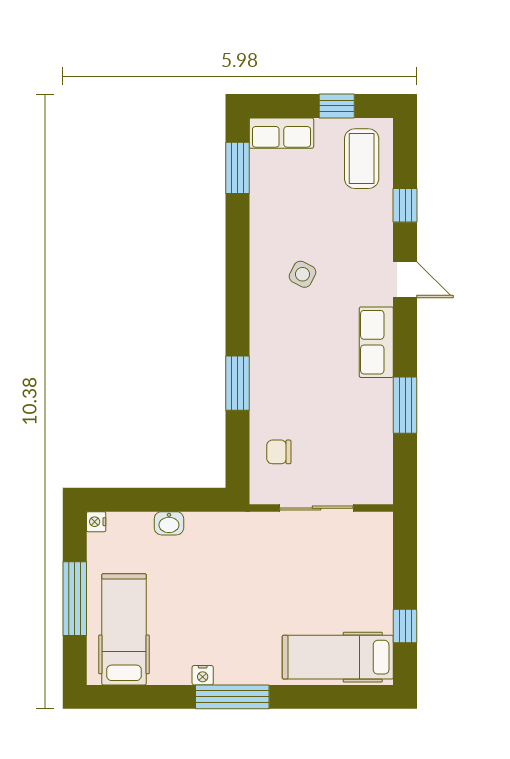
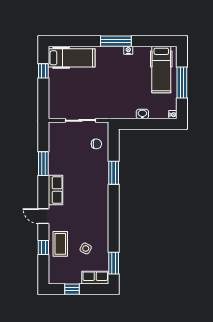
coffee table: (362, 159) -> (60, 244), moved
side table: (303, 274) -> (86, 248), moved

